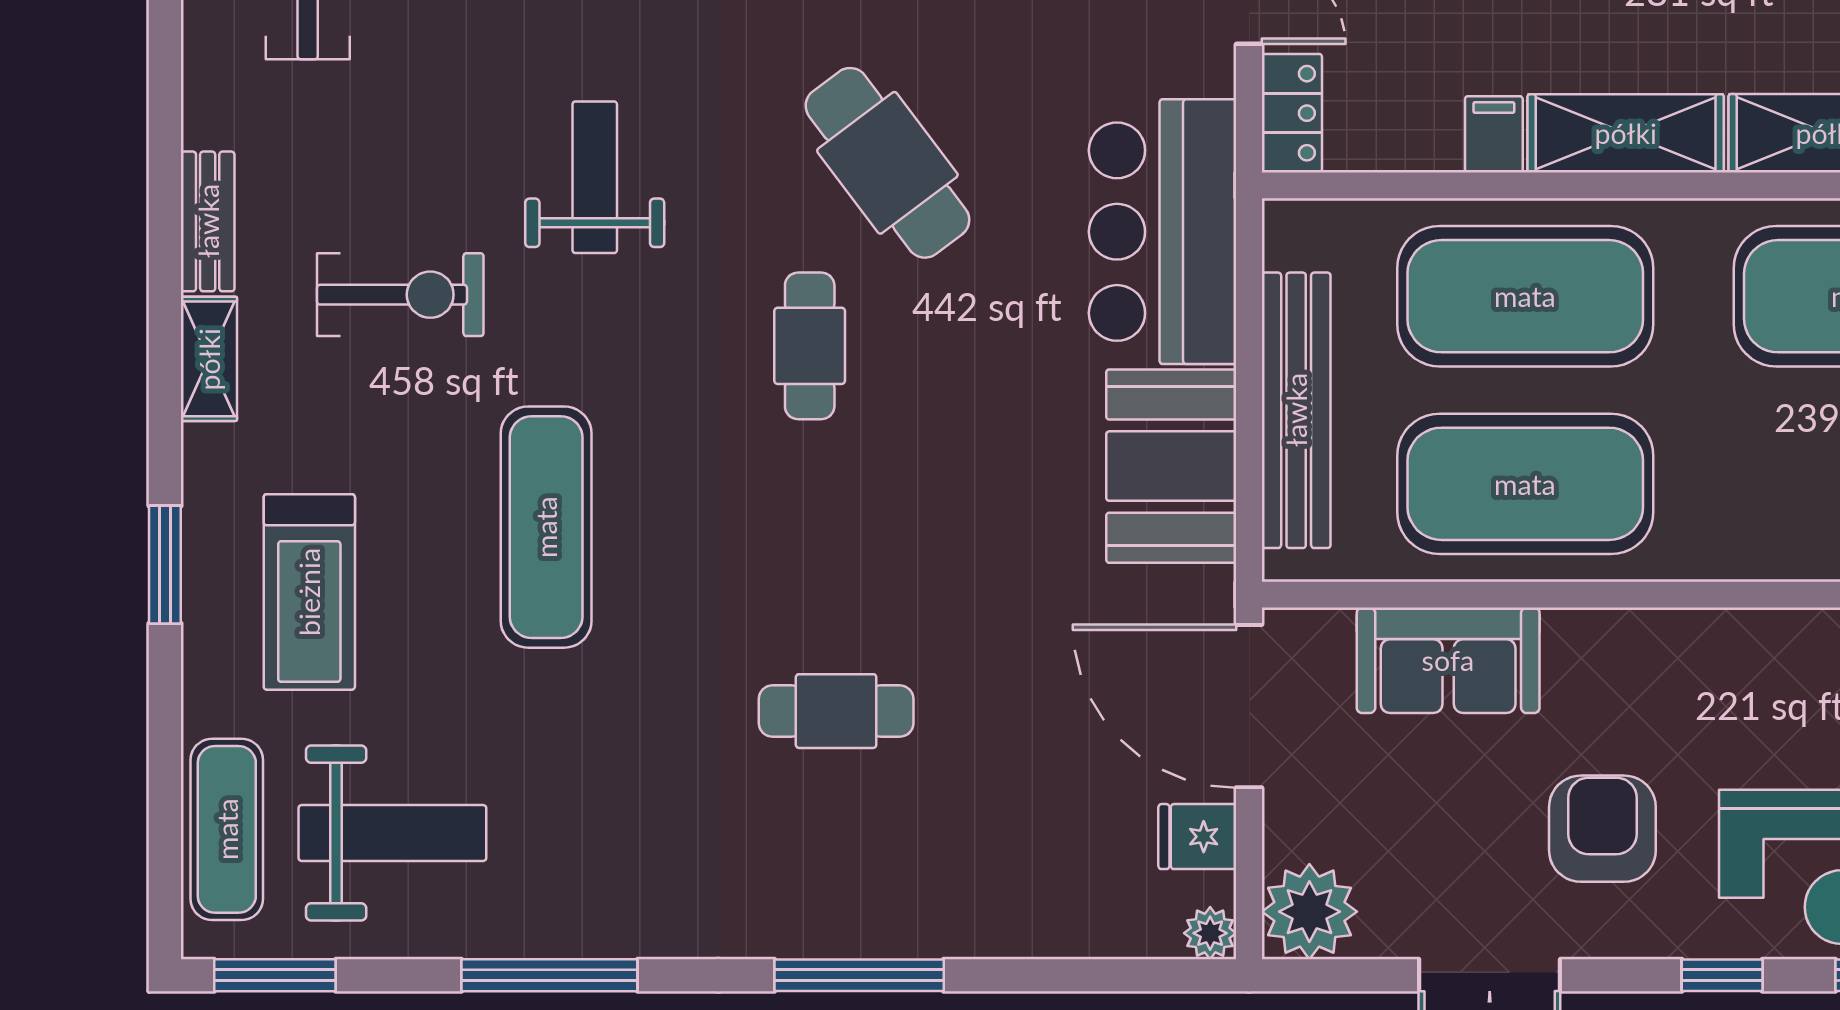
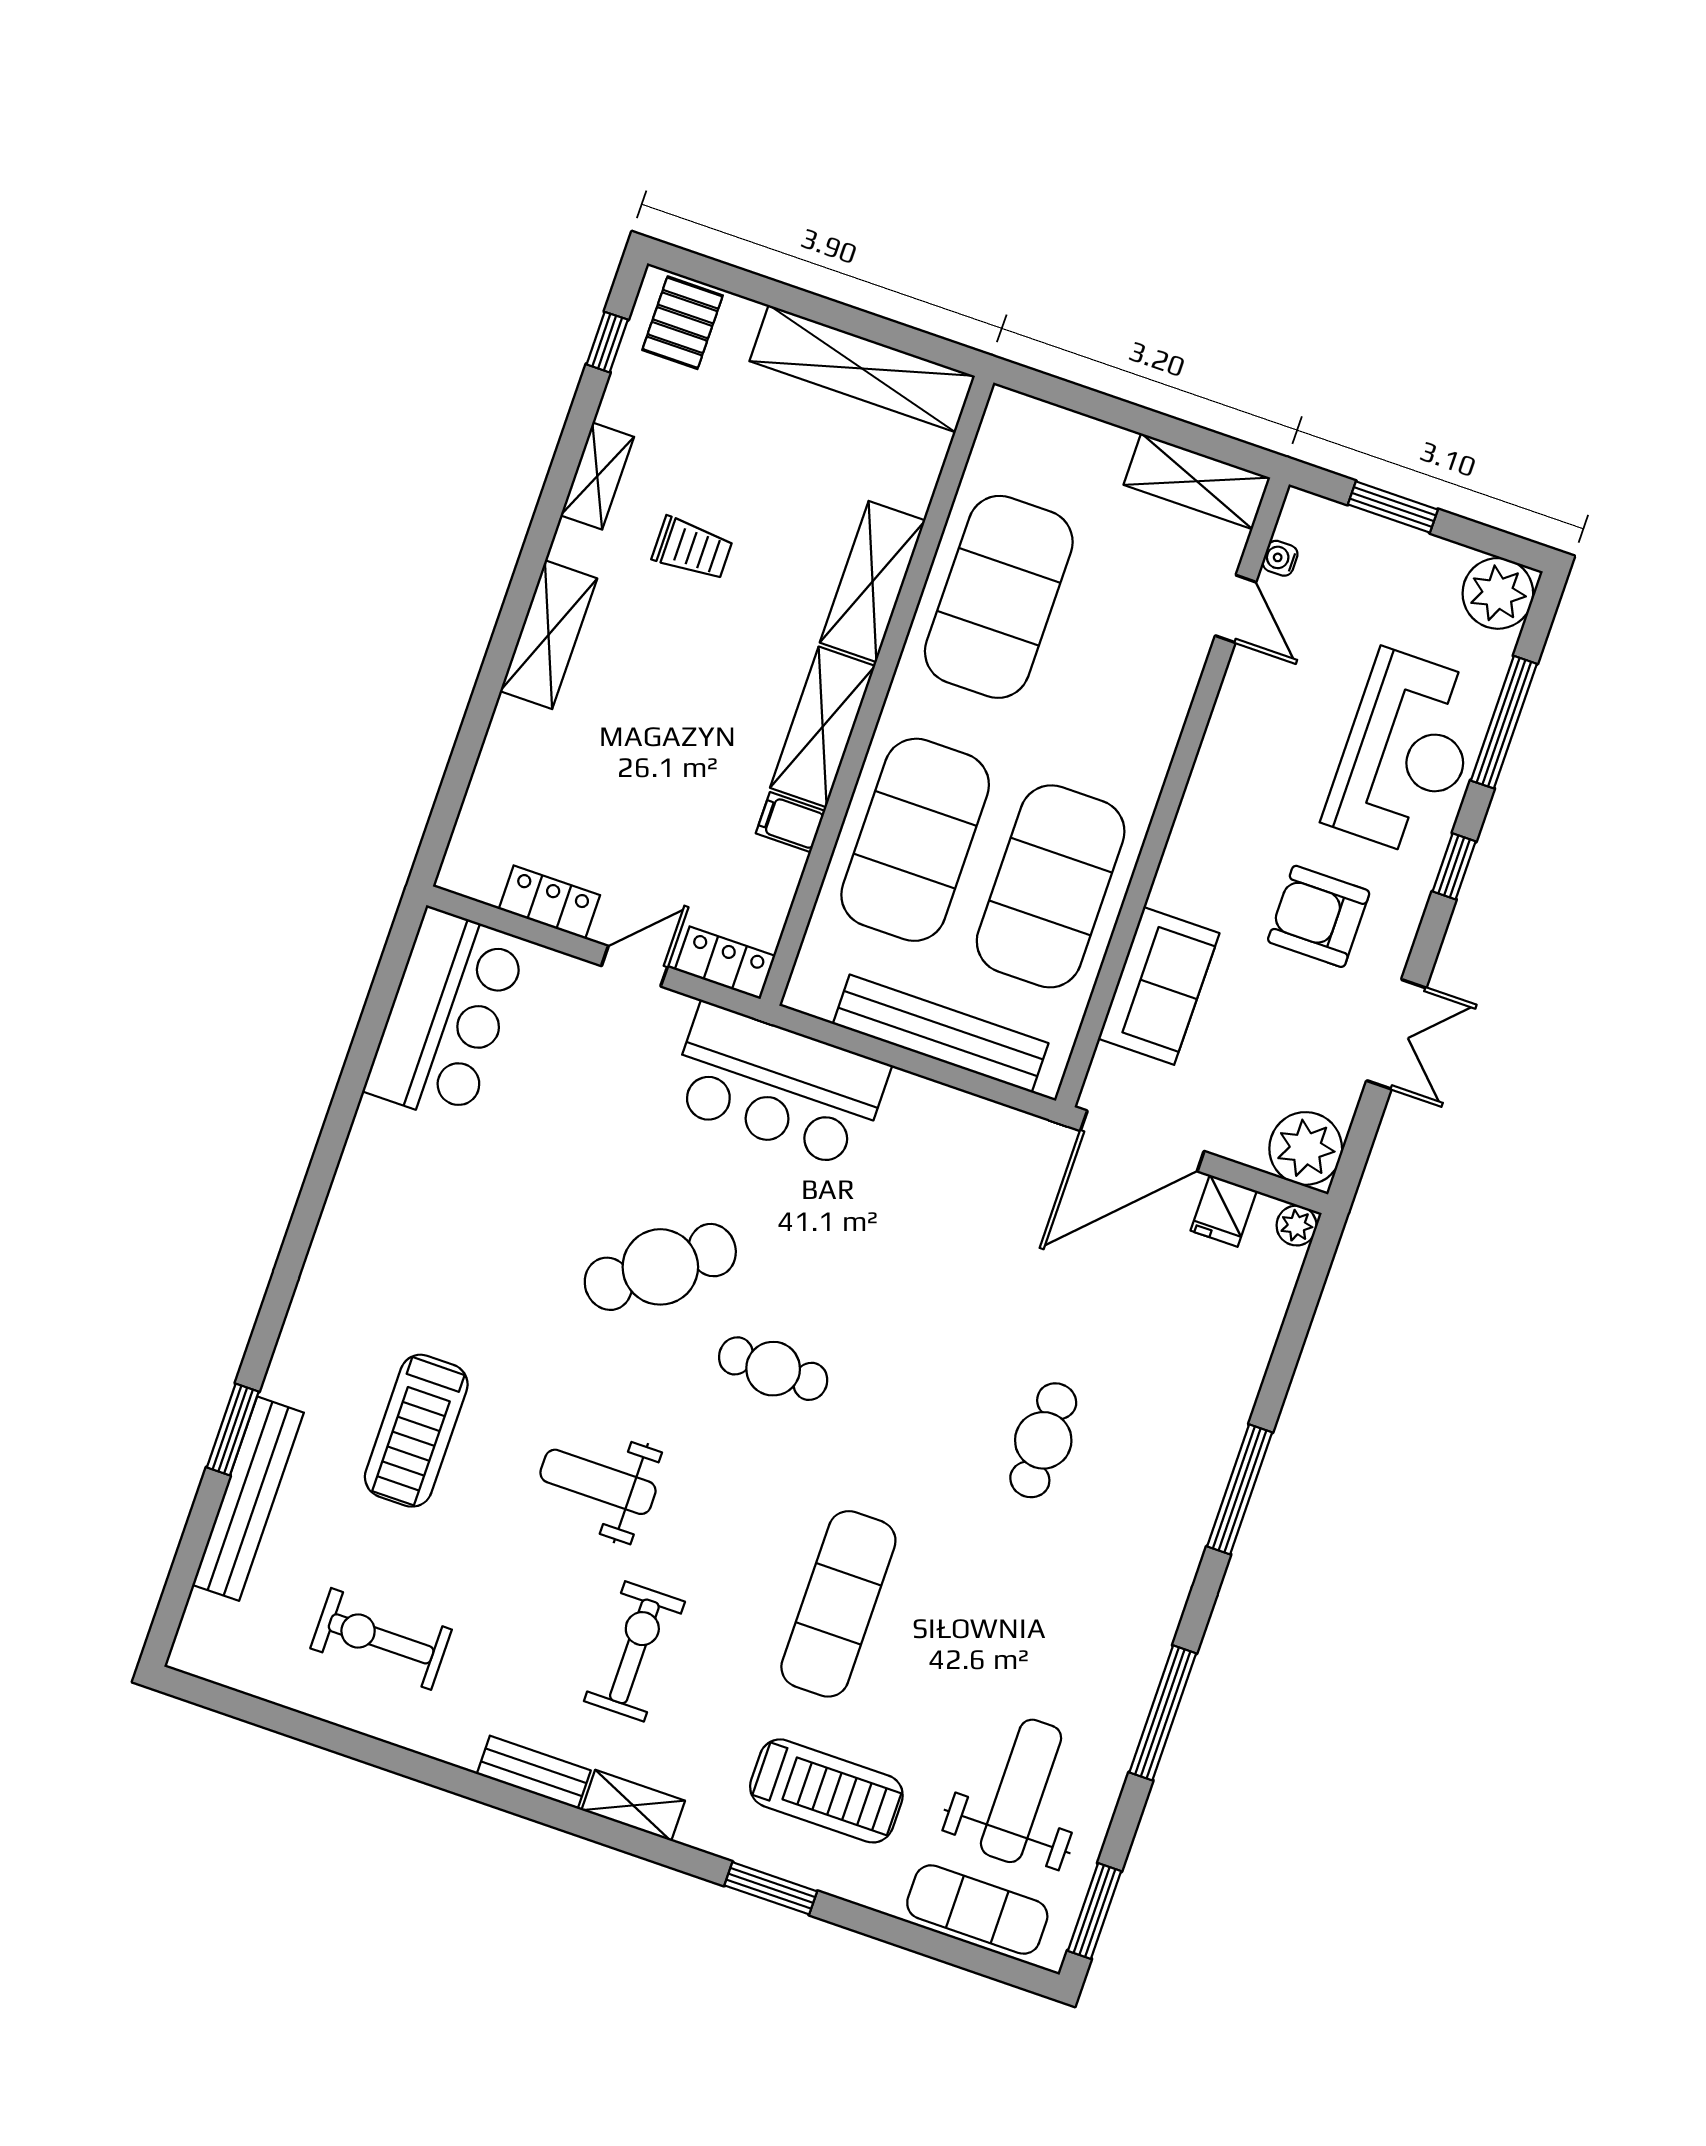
booth: (1171, 466) -> (950, 1137), removed
exercise mat: (546, 527) -> (838, 1604), turned 90

